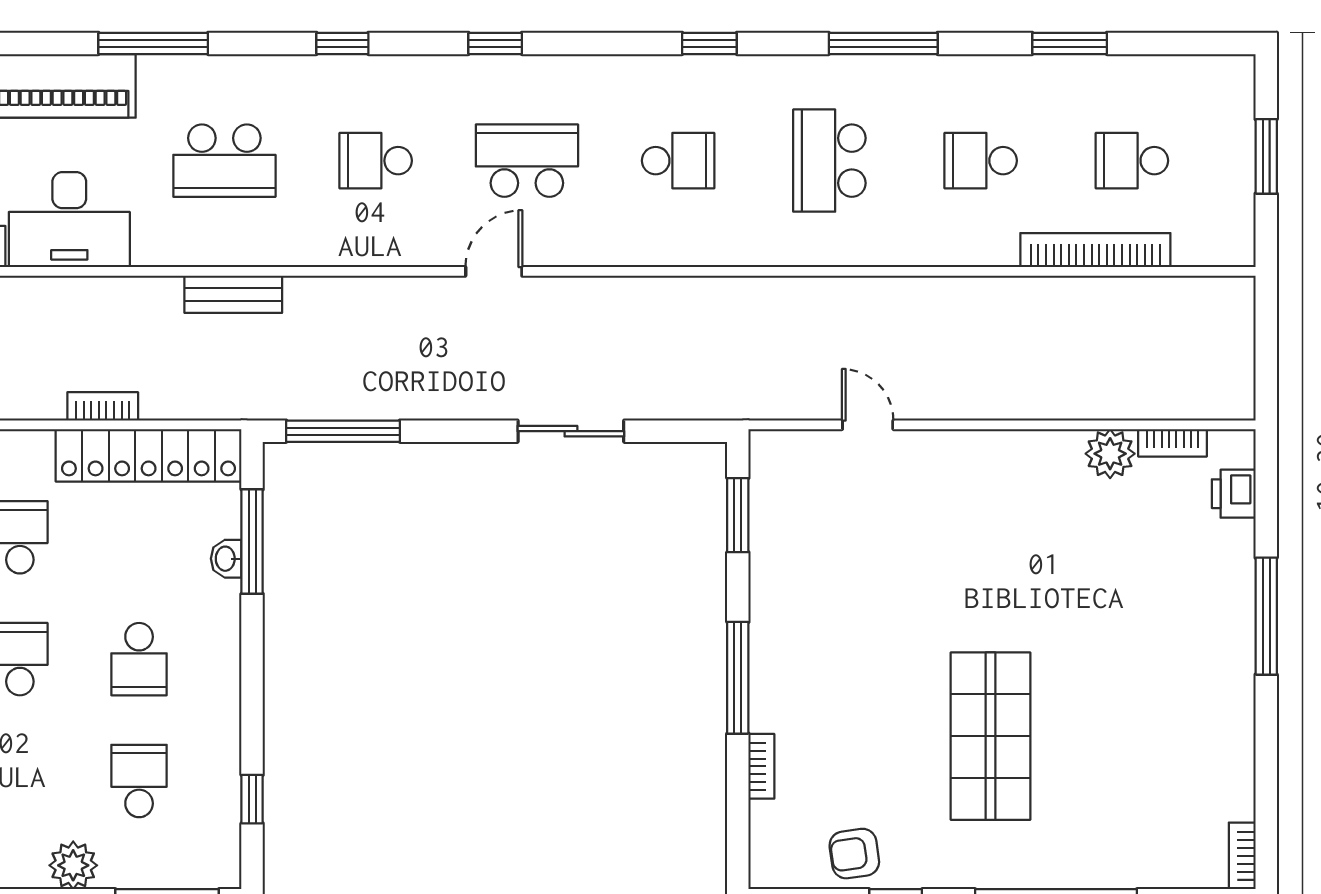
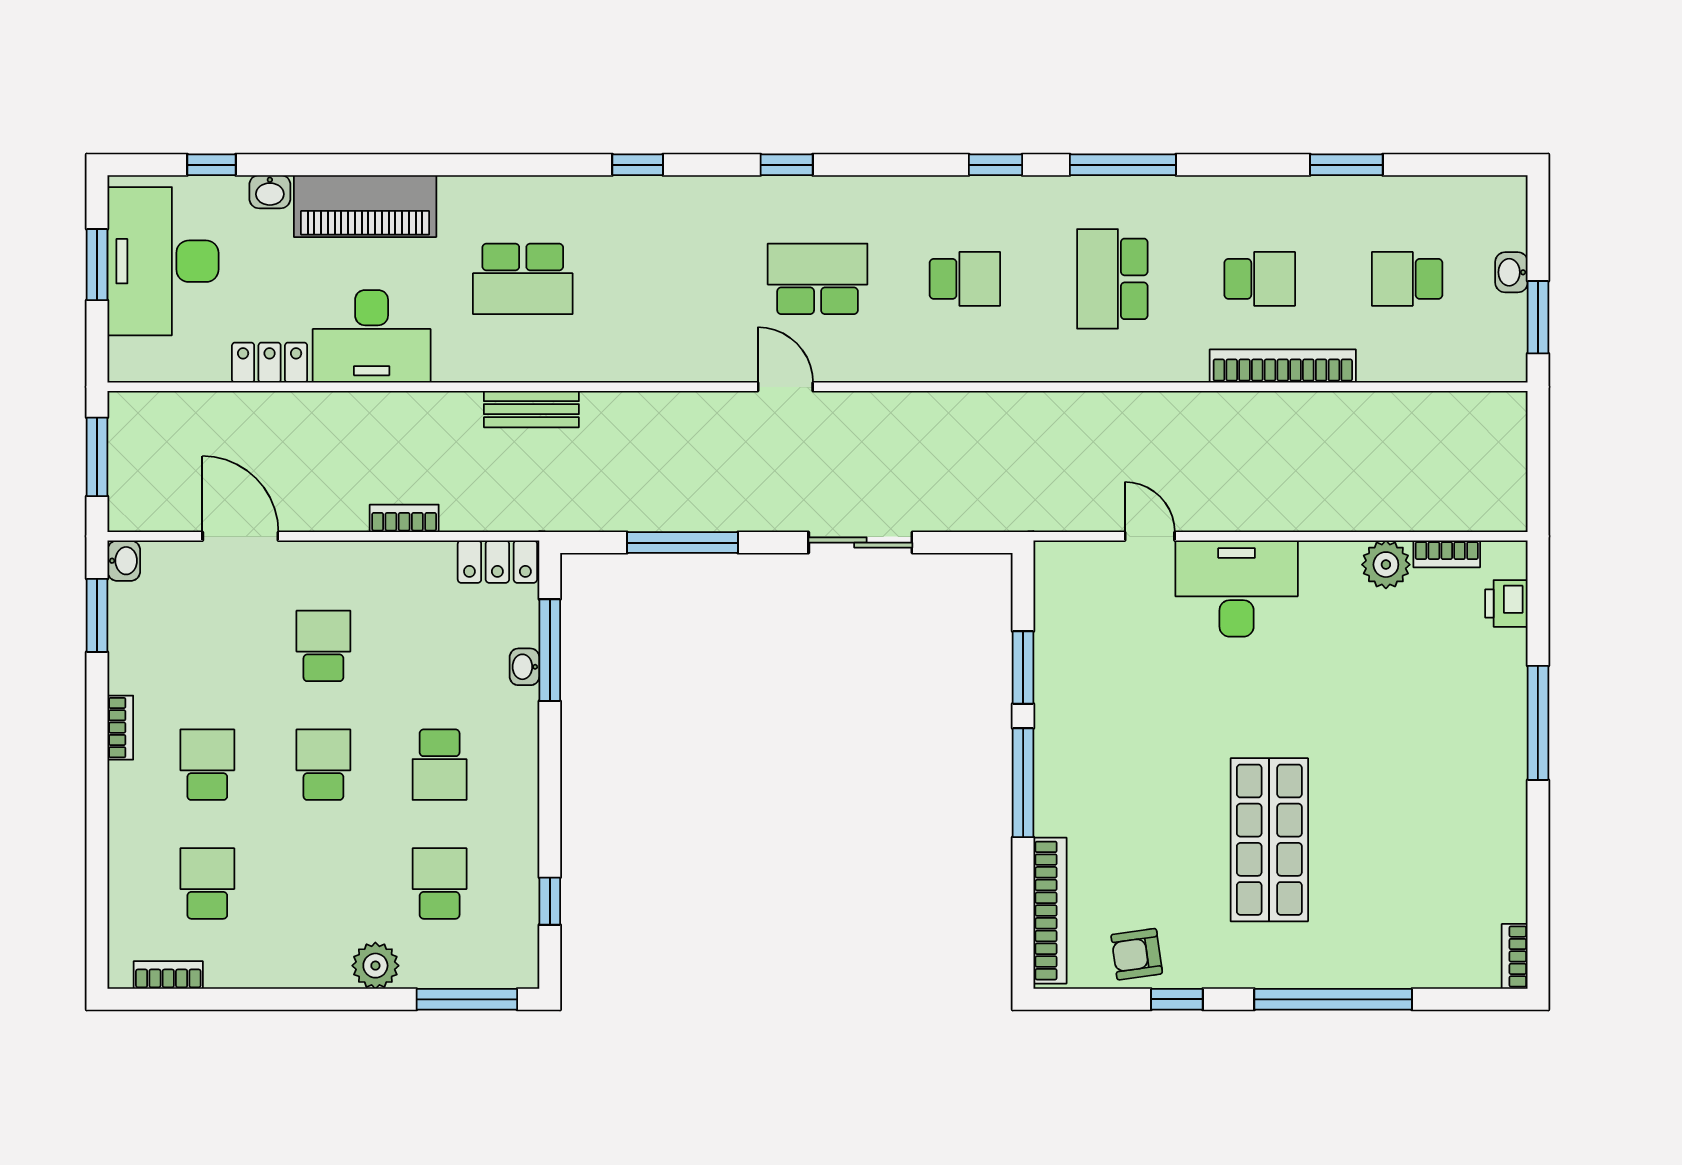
window: (153, 43) -> (453, 165), removed
window: (883, 43) -> (1123, 165), moved
washbasin: (1239, 154) -> (1511, 272), added
window: (1266, 156) -> (1538, 317), moved
school desk: (376, 161) -> (670, 279), removed
school desk: (981, 161) -> (1260, 279), turned 180
bookcase: (1095, 250) -> (1283, 366), moved
door: (494, 271) -> (785, 387), hinge flipped
window: (343, 431) -> (682, 543), moved
locker: (149, 455) -> (497, 562), width x0.46, depth x0.83
desk: (957, 478) -> (1237, 589), added
window: (738, 515) -> (1023, 667), moved
bookcase: (761, 766) -> (1050, 911), width x2.31, depth x1.31

